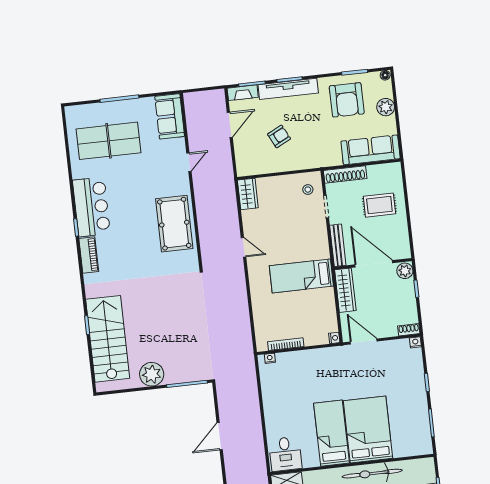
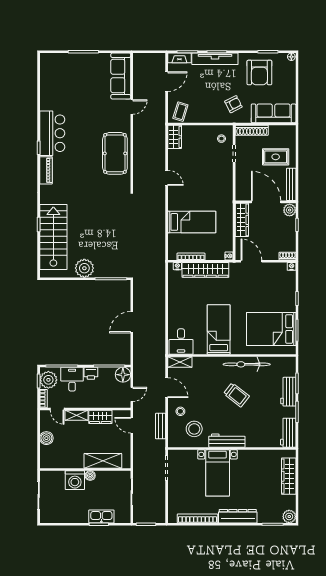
plant: (386, 107) -> (289, 81), removed
sofa: (170, 116) -> (121, 76), width x1.36
armchair: (279, 136) -> (233, 104), moved
table tennis table: (109, 141) -> (71, 83), removed
coffee table: (252, 161) -> (180, 112), added
bench: (338, 245) -> (291, 184), moved
bed: (301, 276) -> (192, 222), moved, turned 180
wardrobe: (306, 359) -> (205, 270), added
bed: (368, 429) -> (271, 329), moved, turned -90

